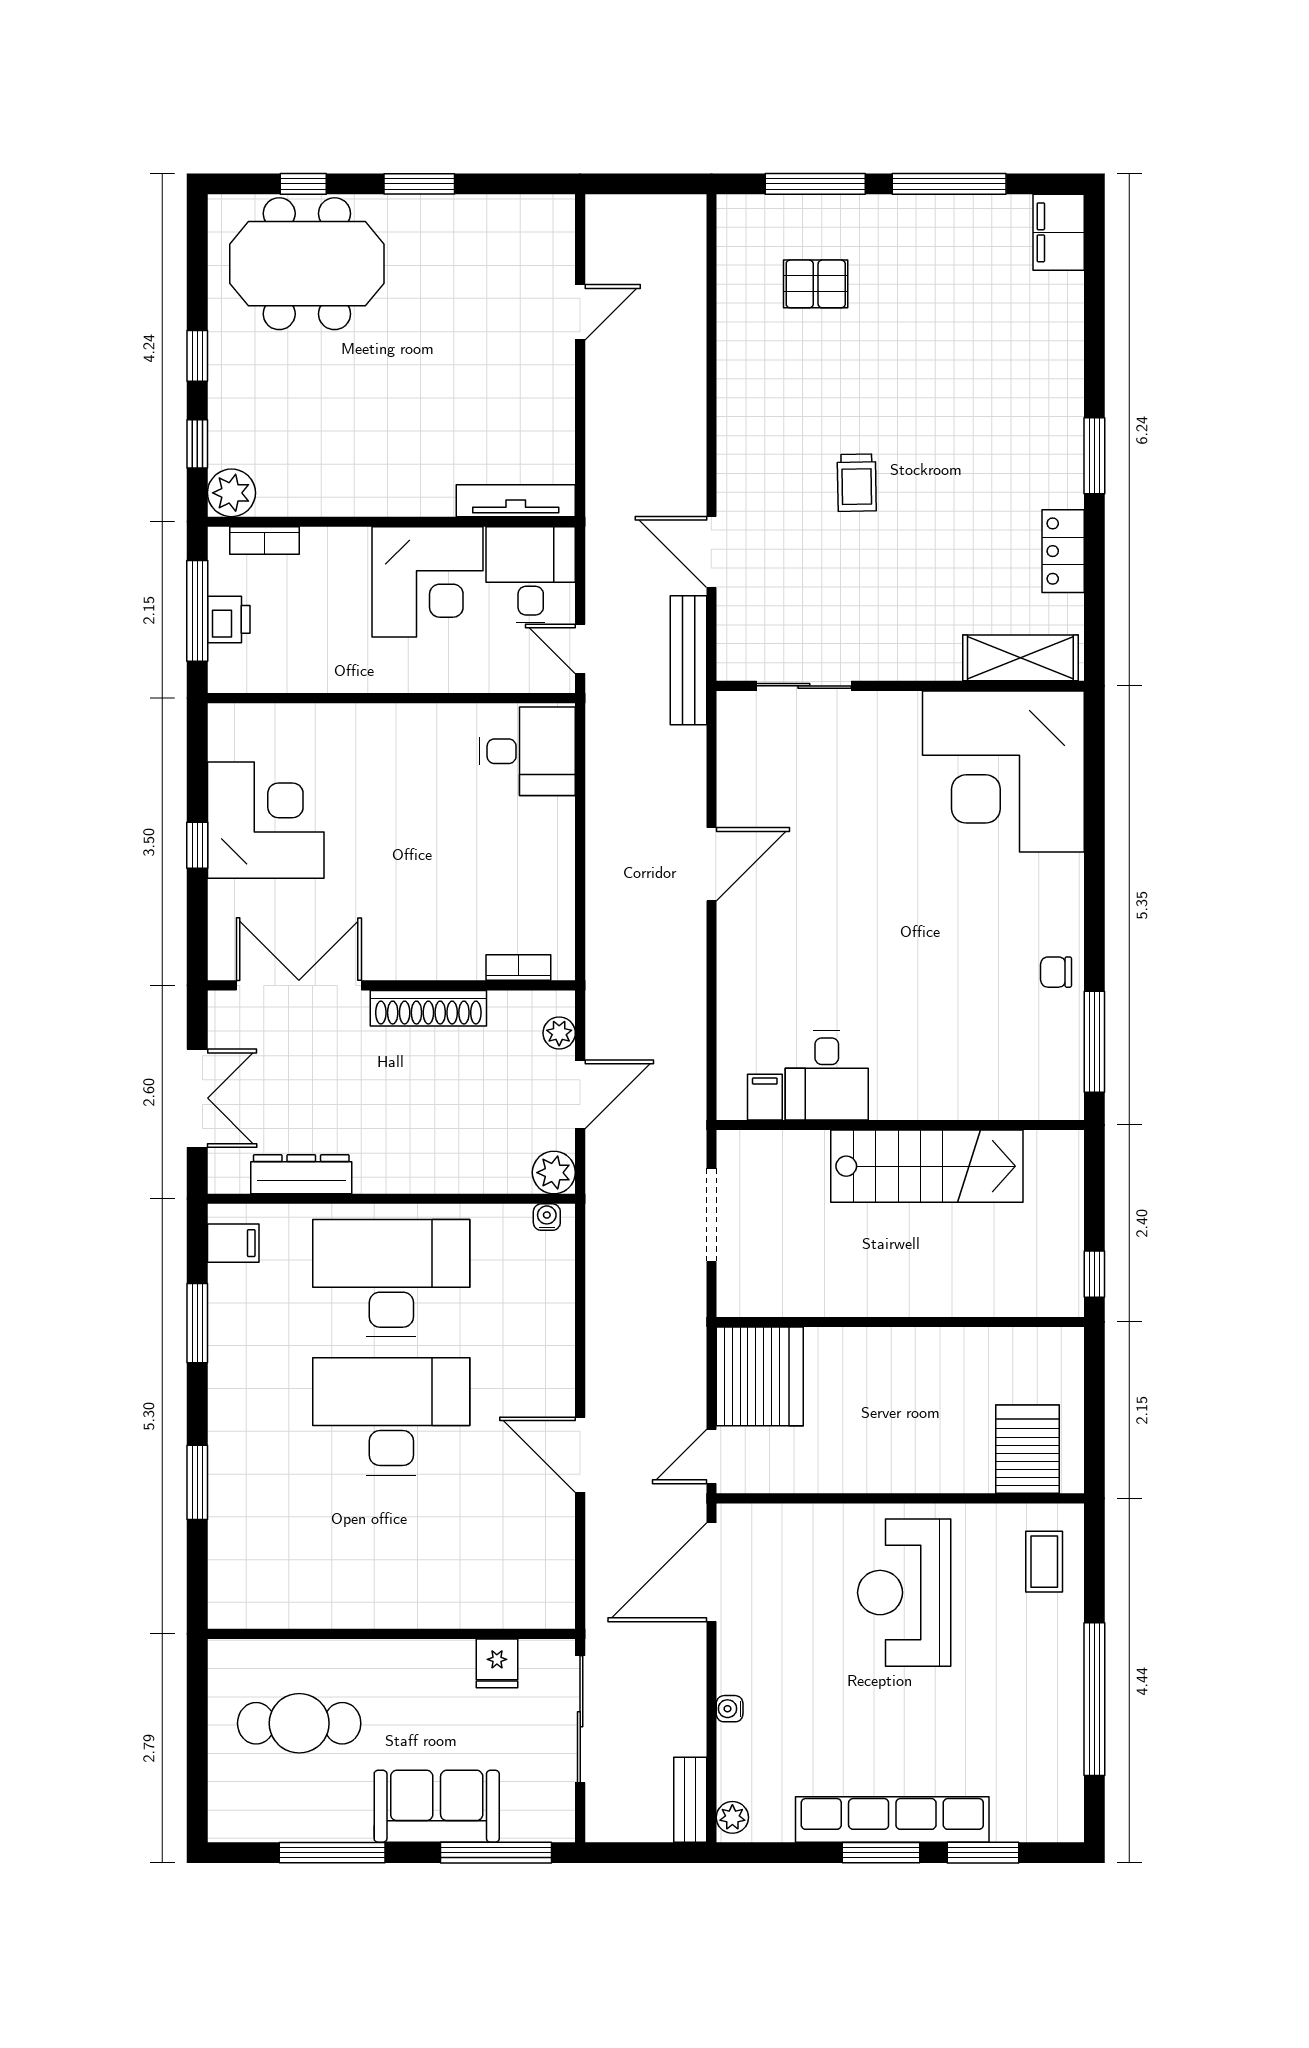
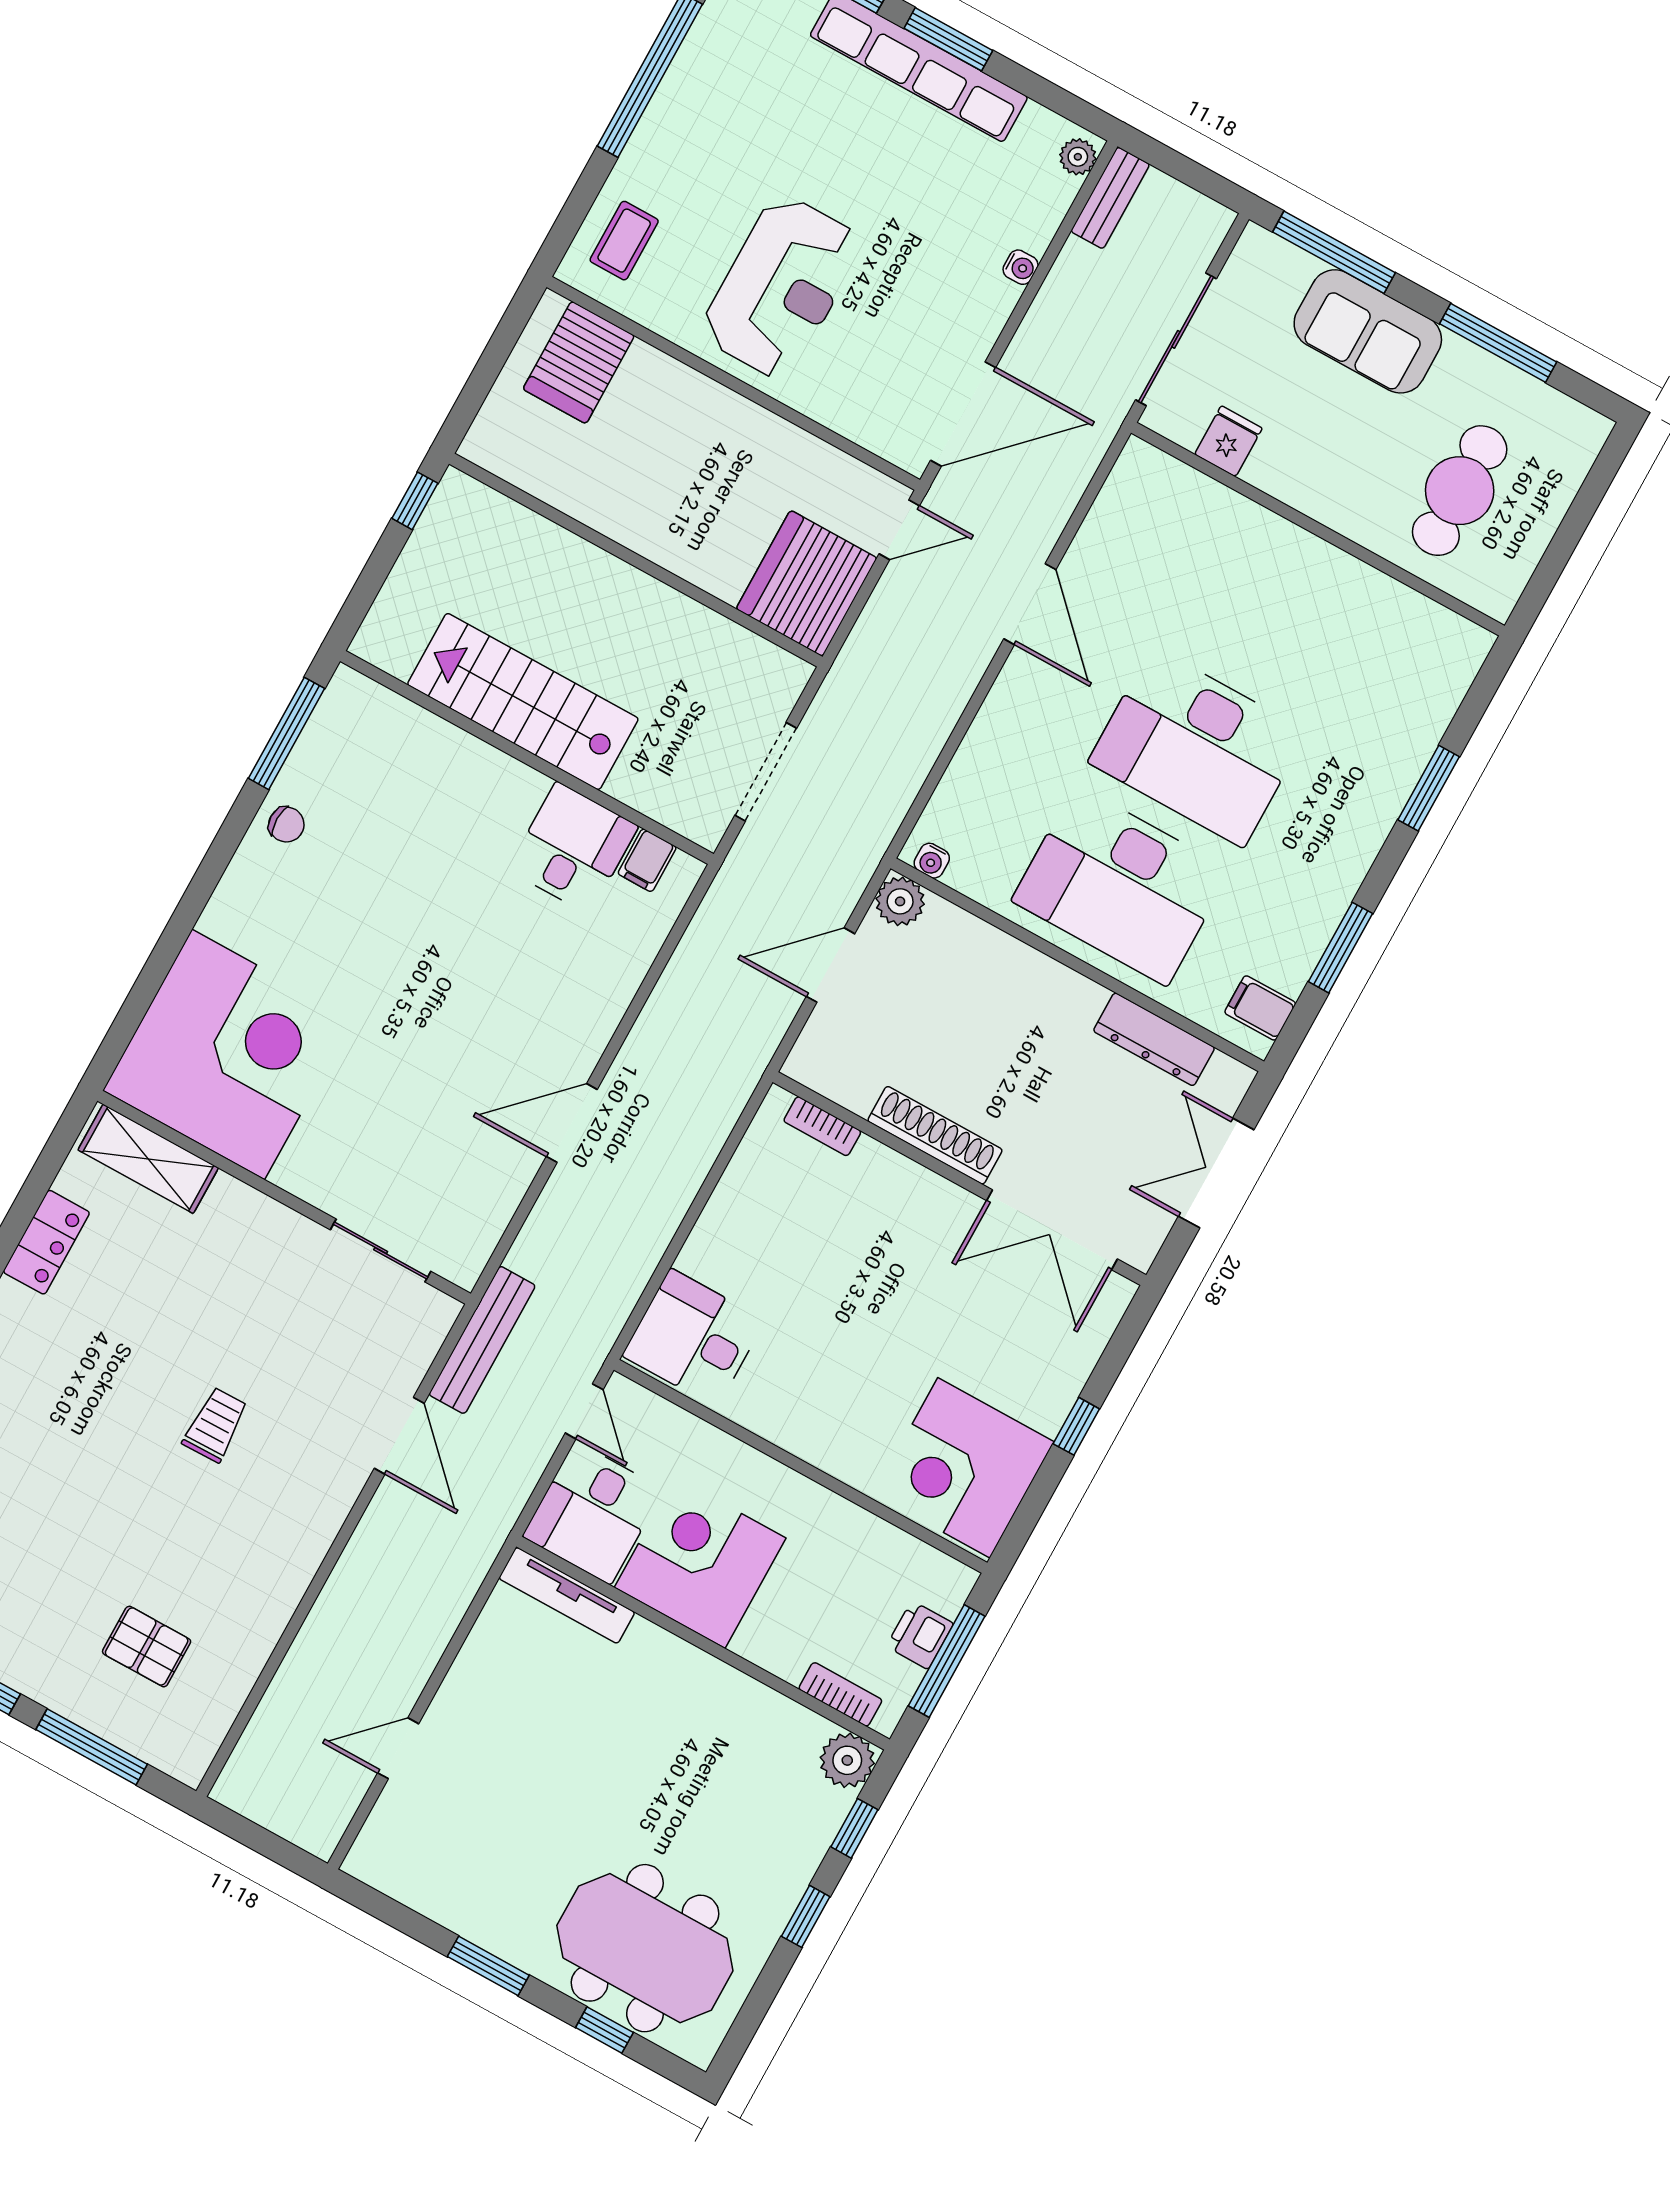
corner desk: (266, 820) -> (964, 1468), moved
plant: (559, 1033) -> (818, 1038), removed
cafe table: (299, 1723) -> (1460, 491), turned 90

